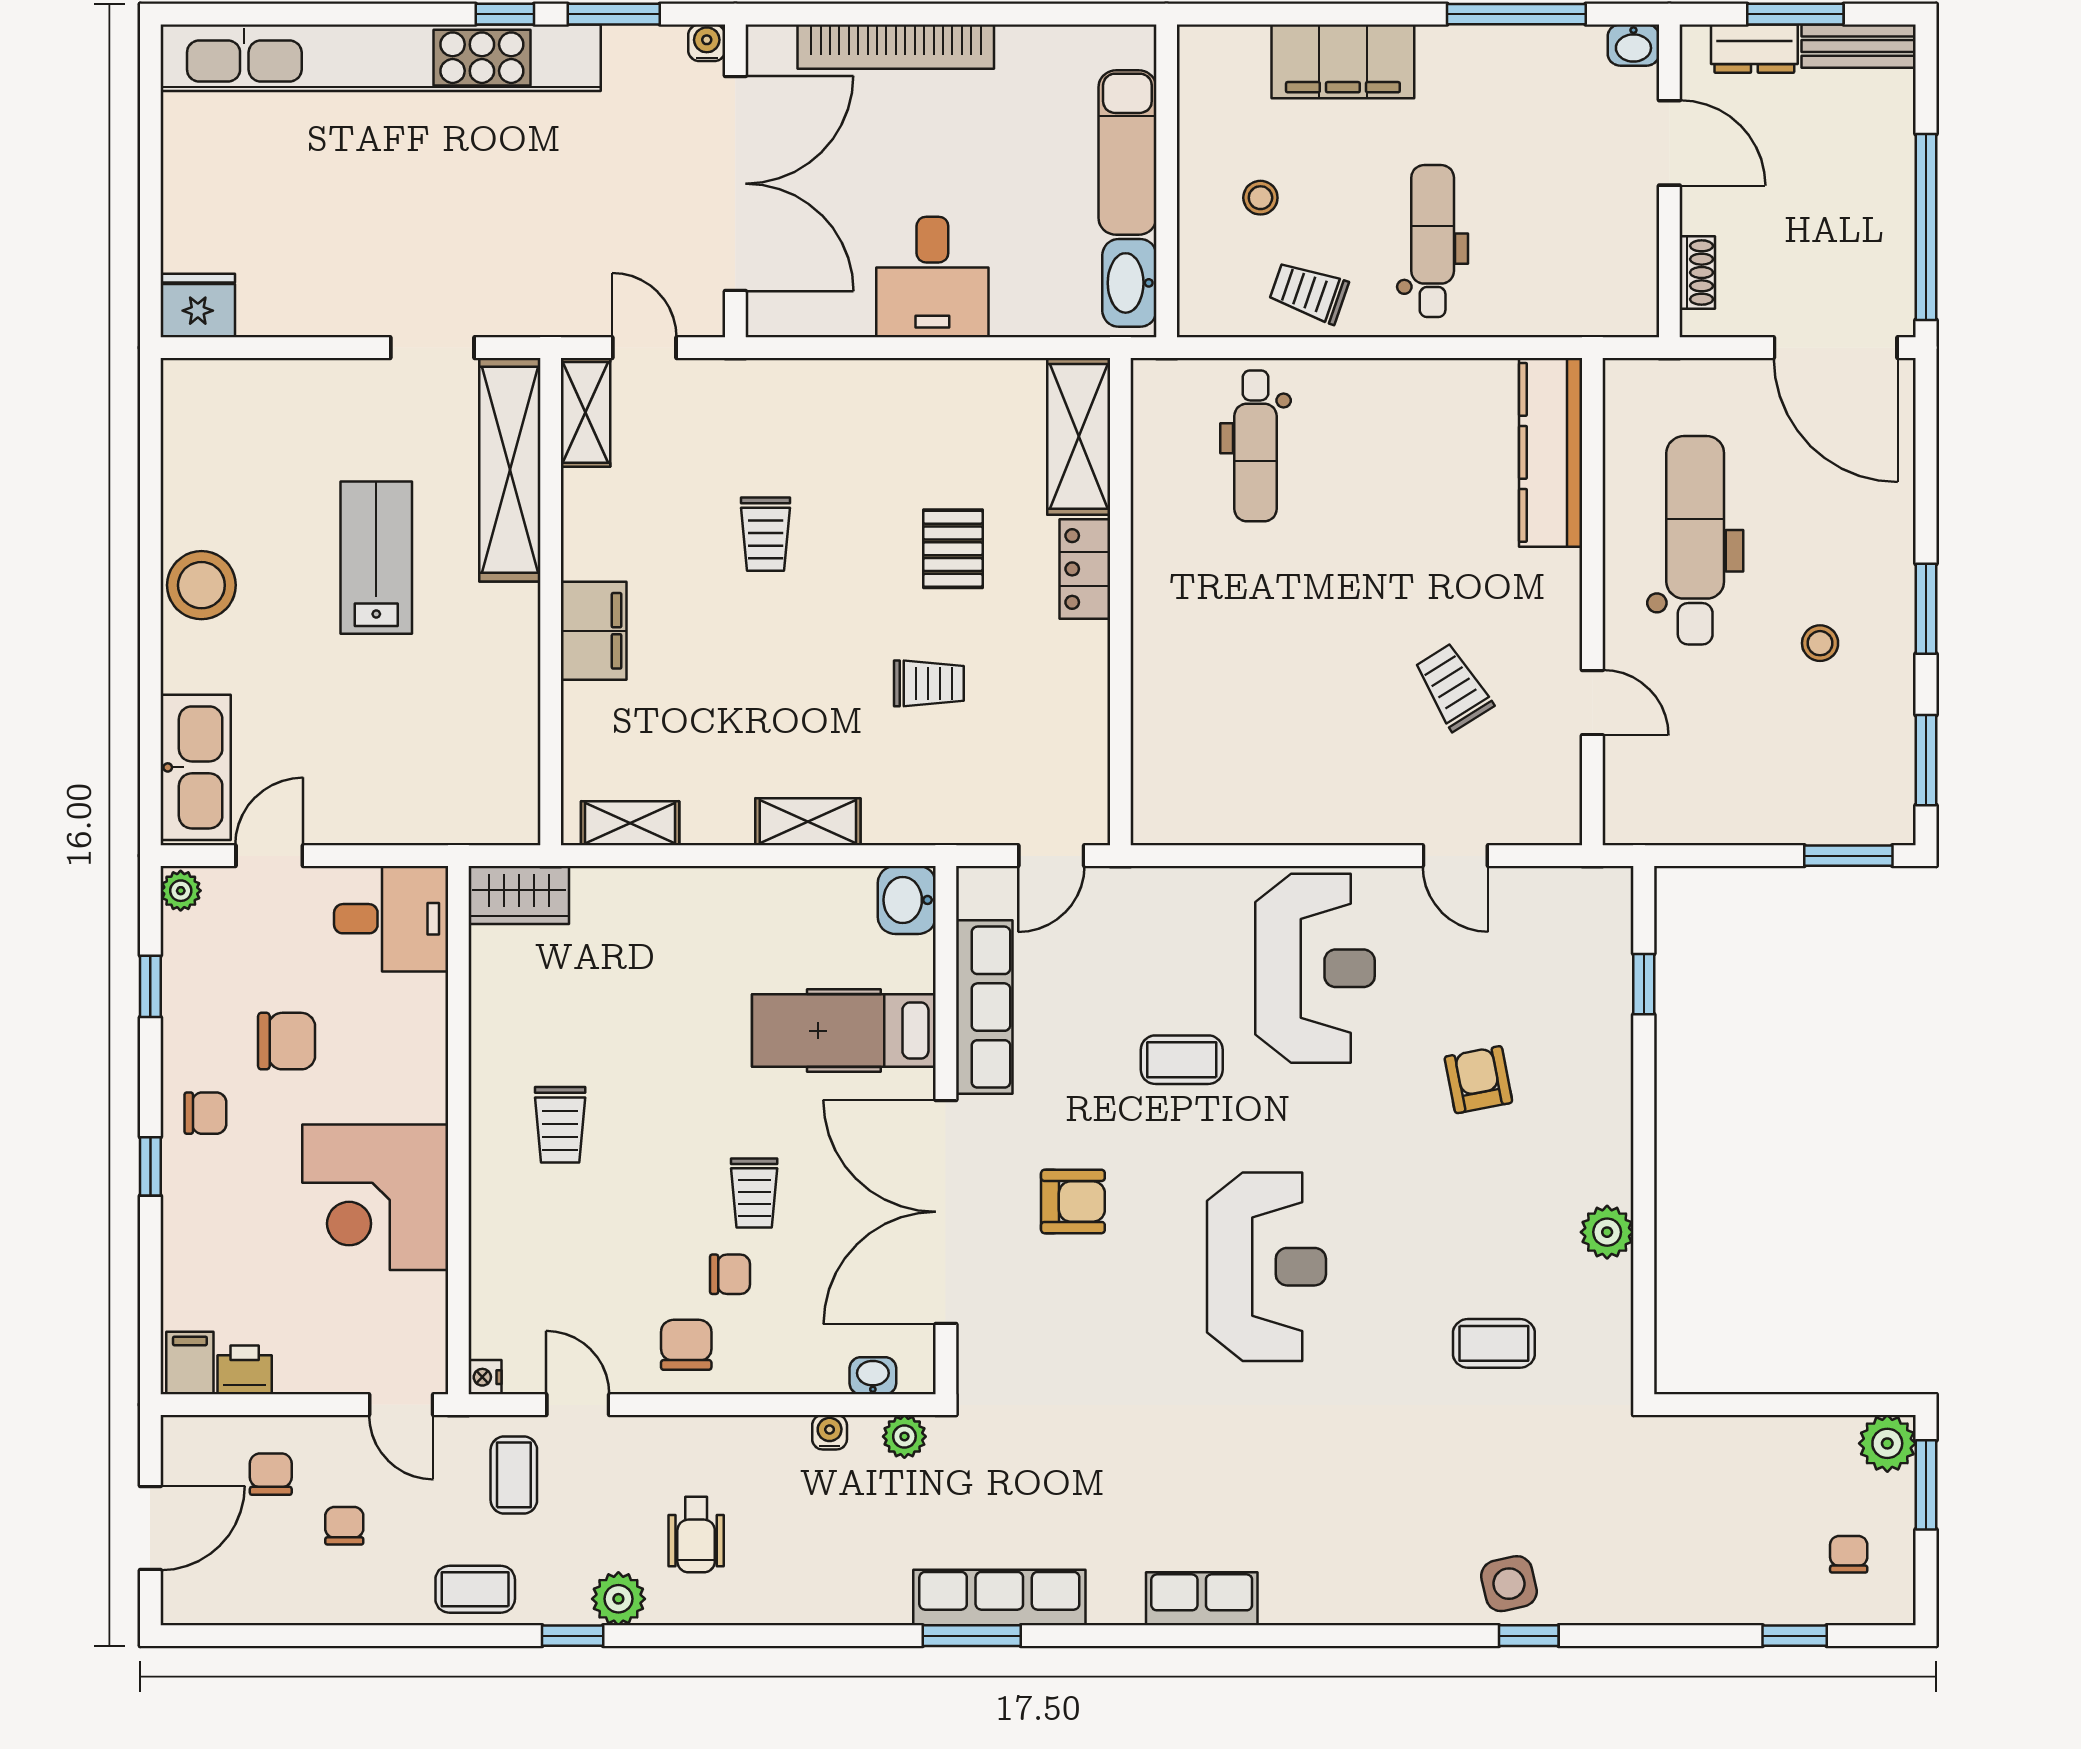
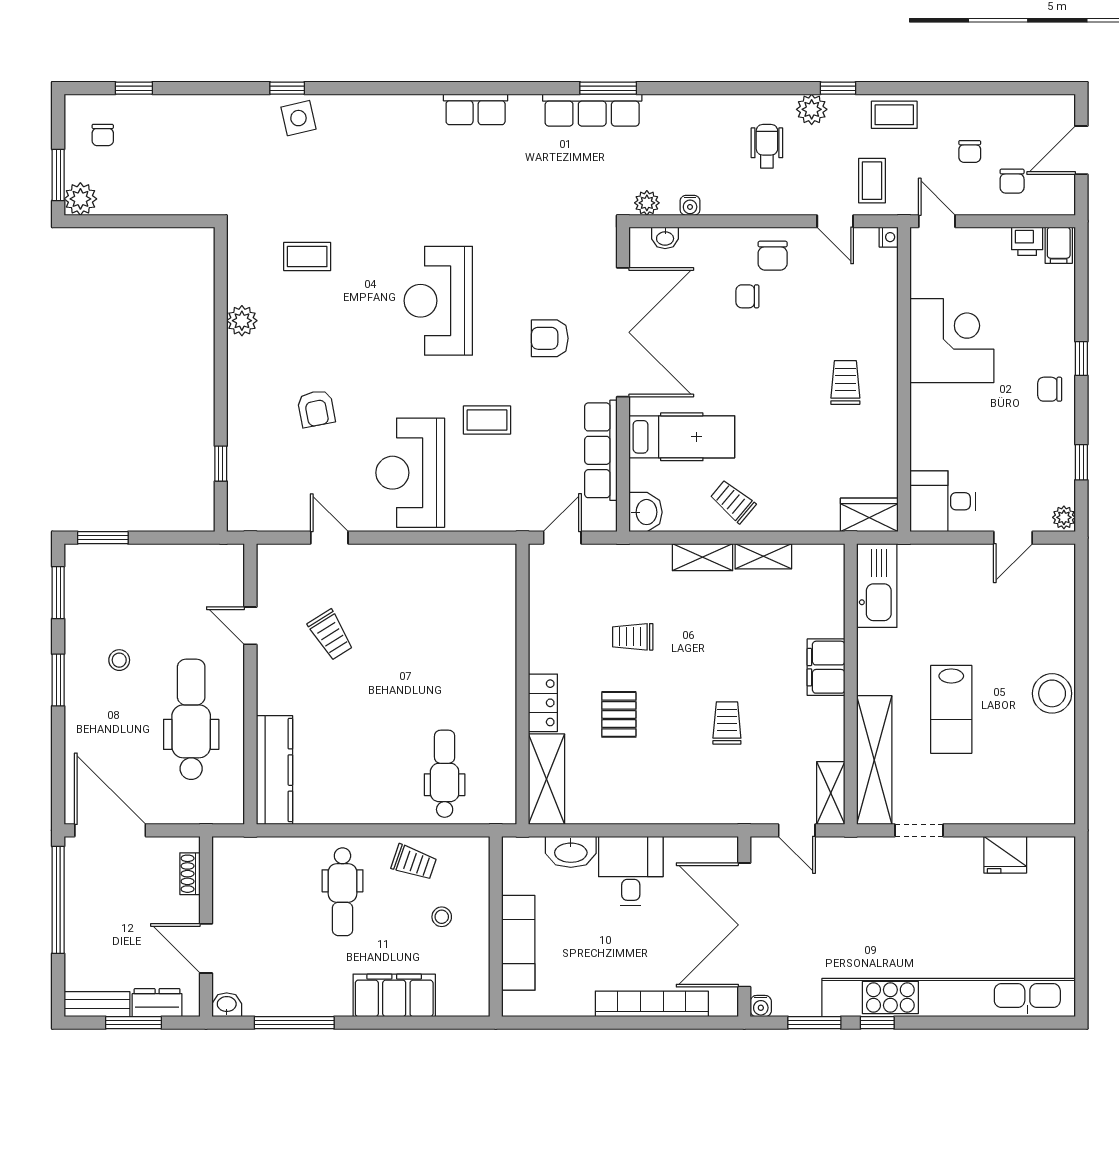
washbasin: (1129, 283) -> (571, 852), moved, turned 90
fridge: (198, 305) -> (1005, 855), moved
dental chair: (1695, 540) -> (191, 719), turned 180
kitchen sink: (196, 767) -> (877, 585), moved, turned 180
shelving: (630, 823) -> (763, 556), moved
chair: (287, 1041) -> (1003, 431), removed
trolley: (754, 1193) -> (733, 501), moved, turned -50

